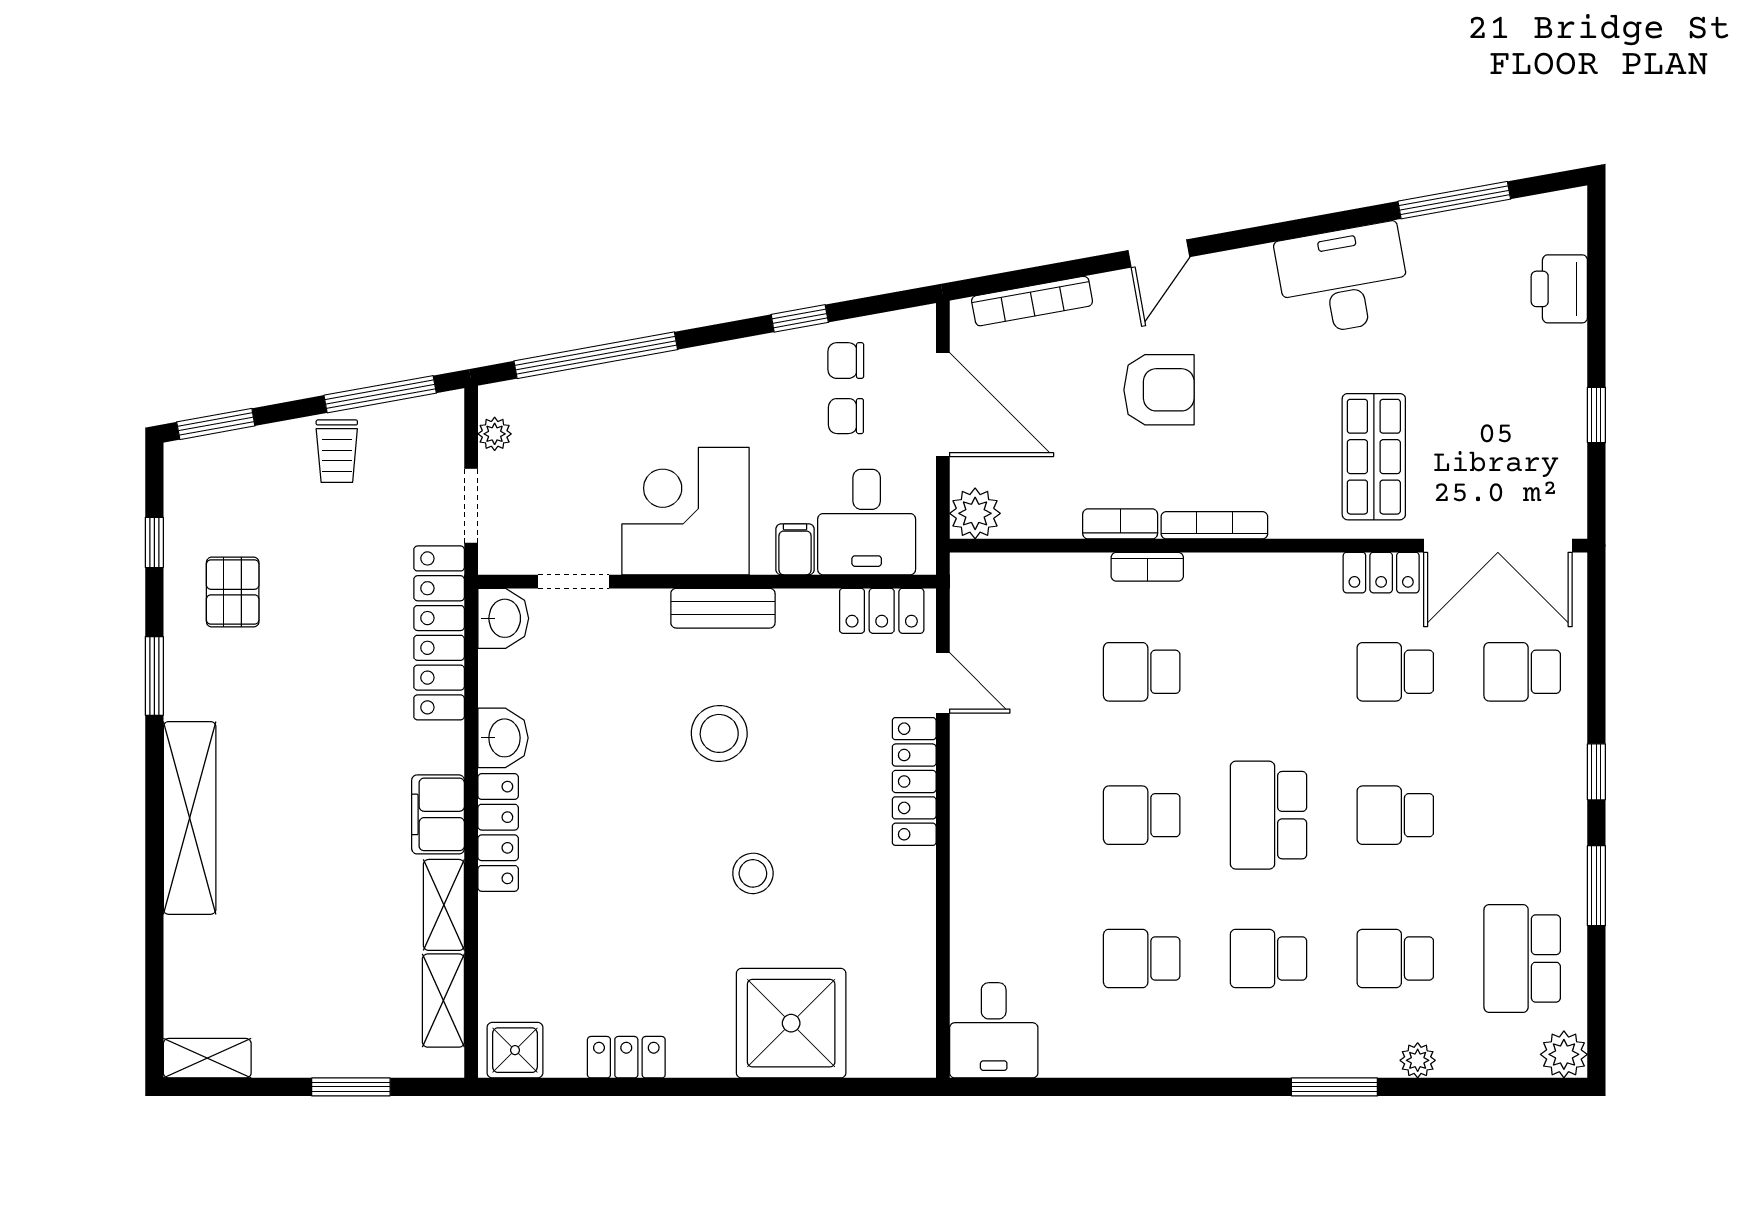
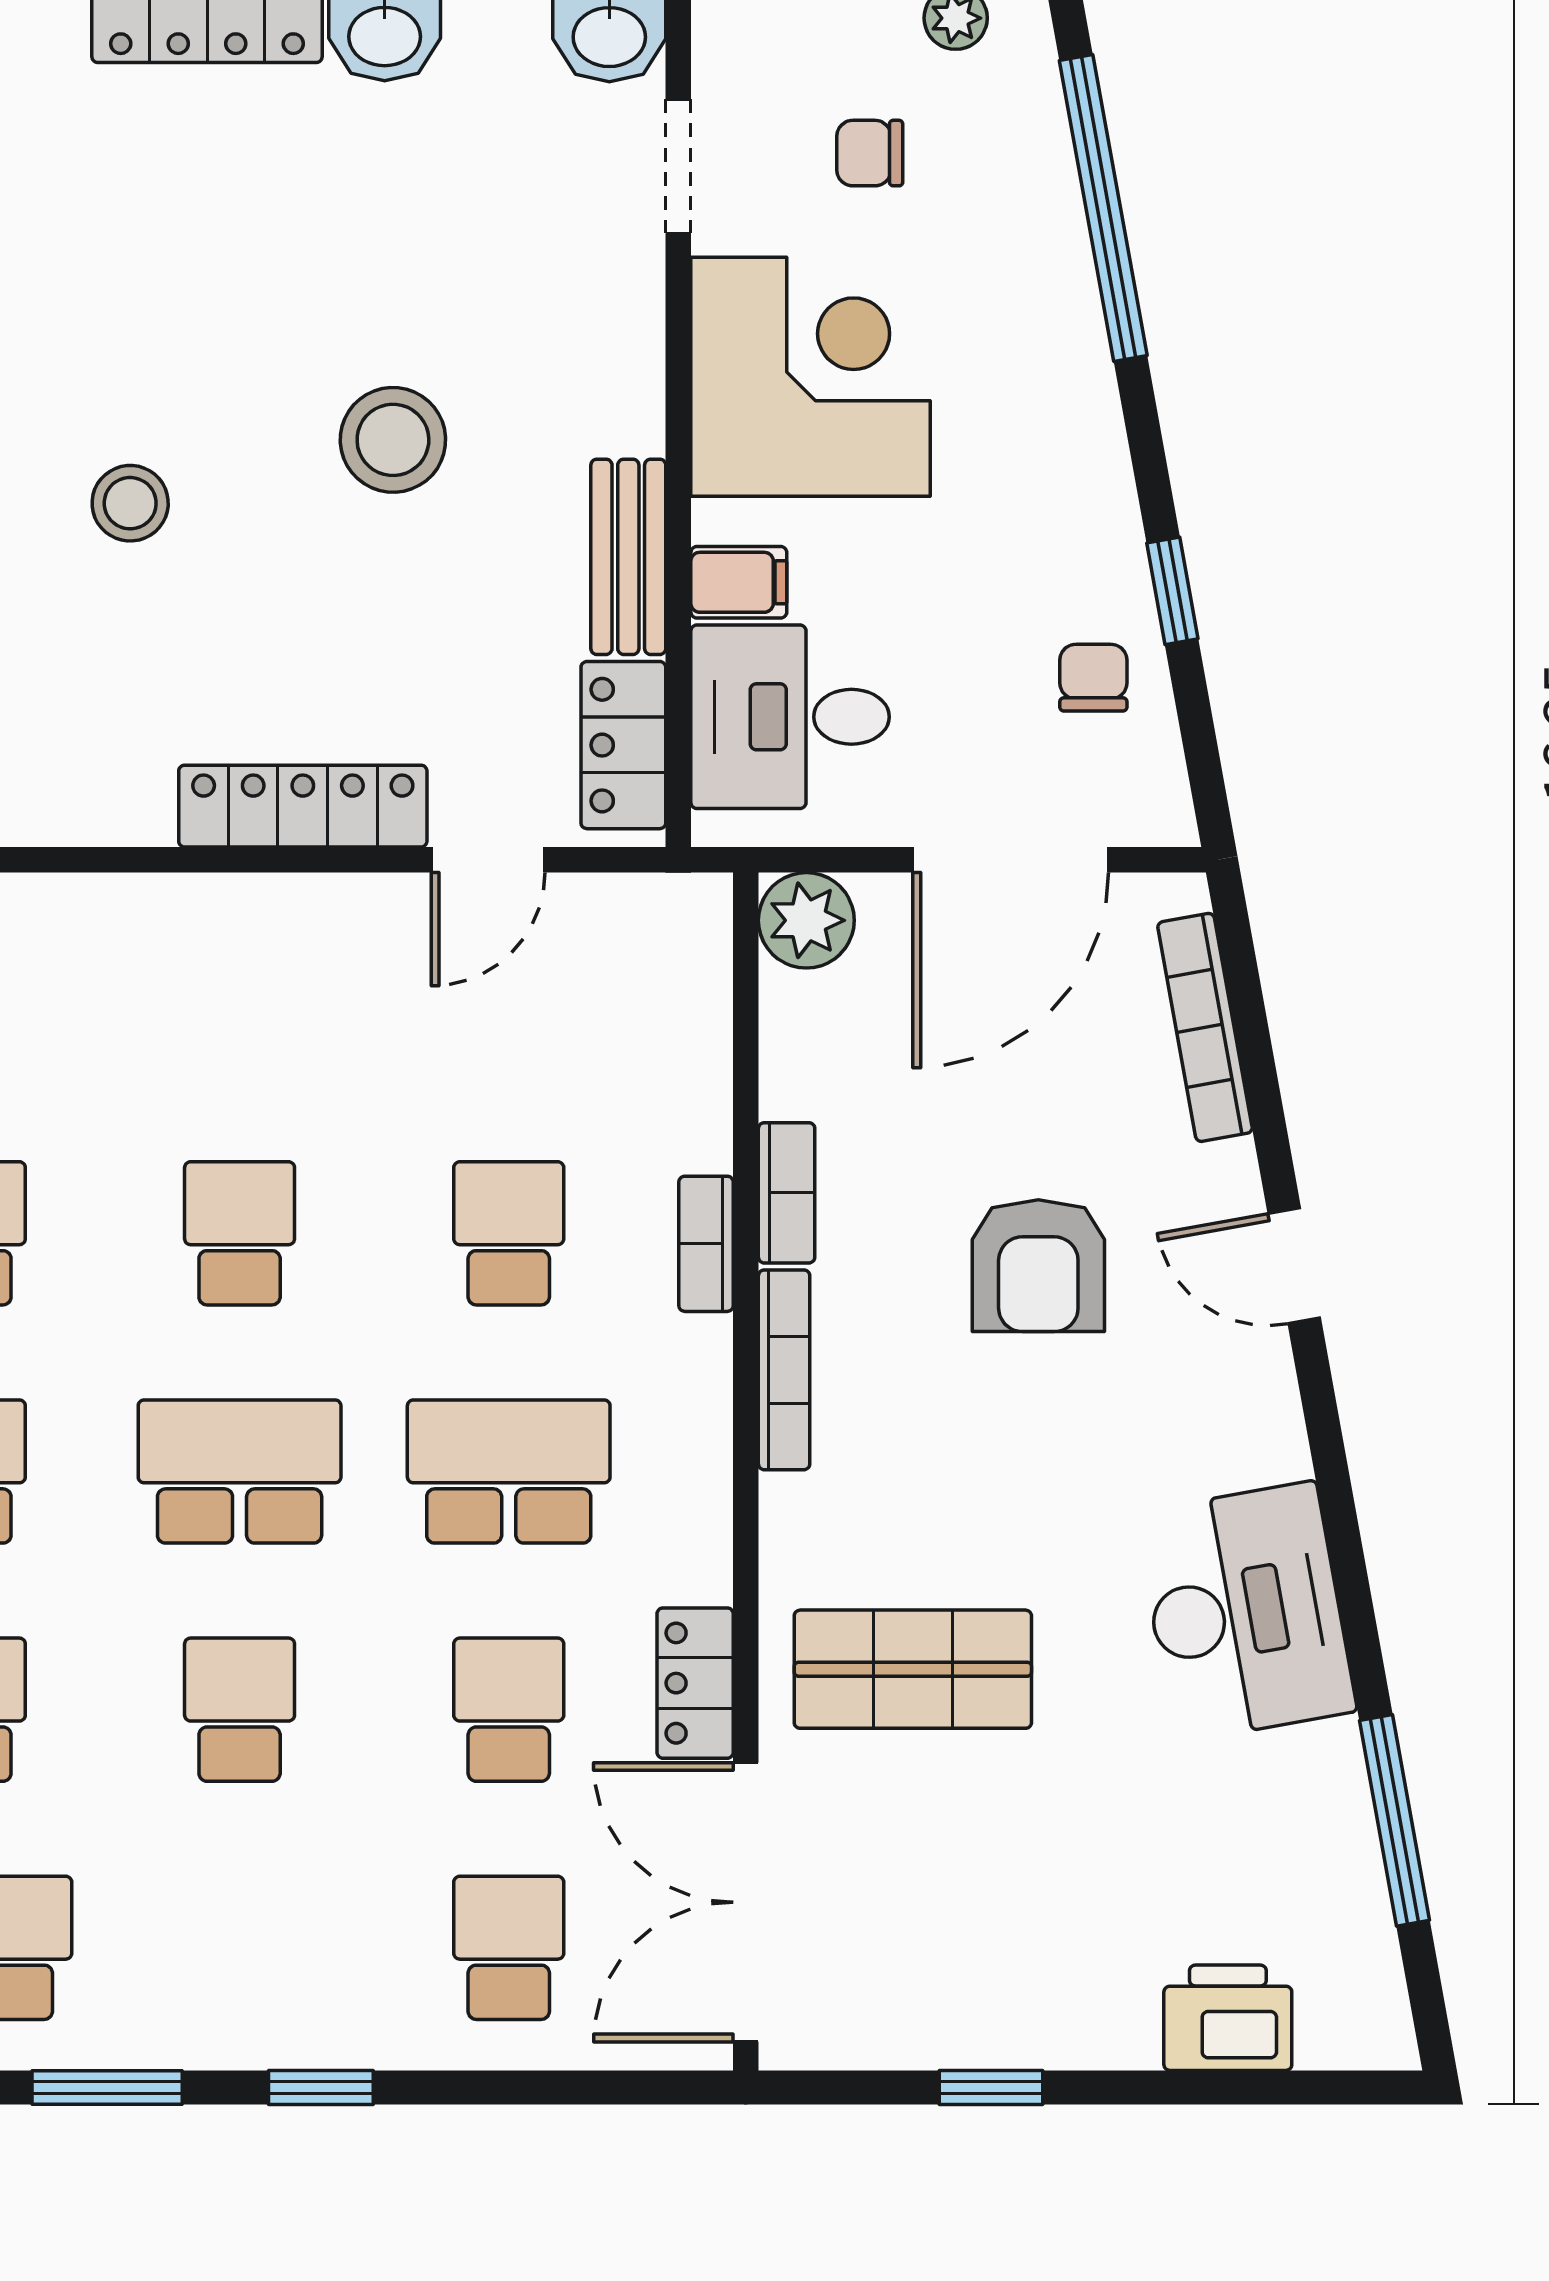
chair: (846, 416) -> (870, 153), moved, turned -90
bench: (723, 608) -> (628, 557), moved
school desk: (1268, 672) -> (509, 1471), added

